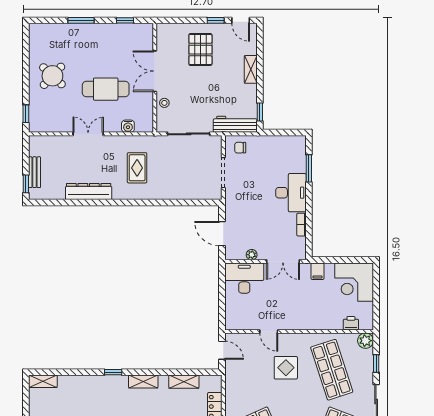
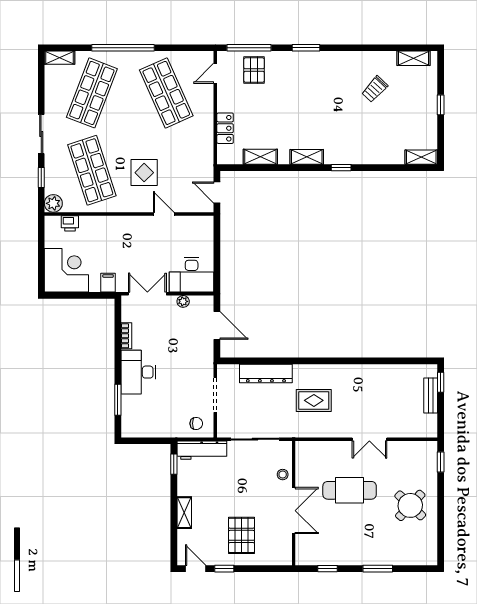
water cooler: (128, 126) -> (324, 448), removed
rug: (137, 168) -> (314, 400), turned 90
dresser: (89, 192) -> (266, 373), moved

